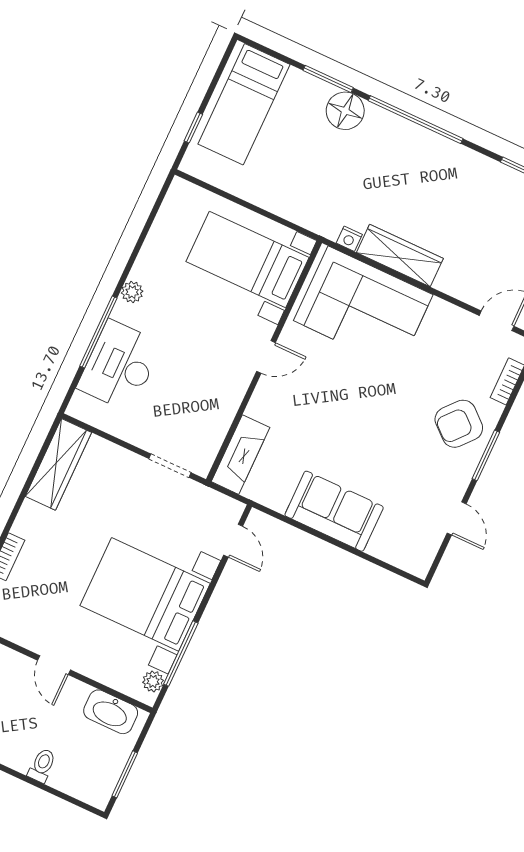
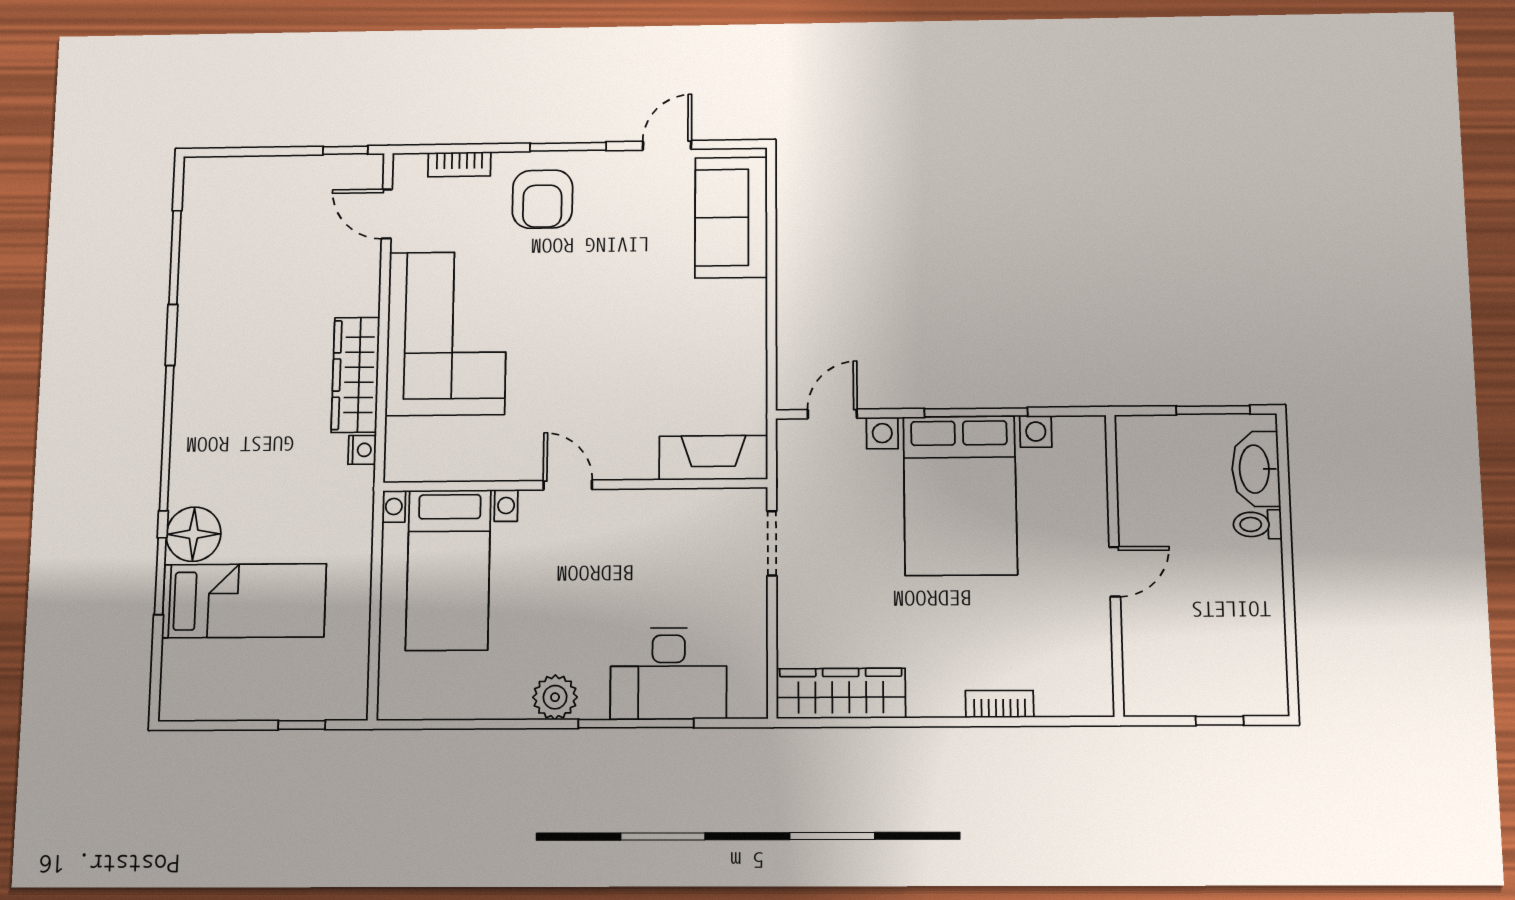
bed: (244, 104) -> (244, 601), moved
plant: (132, 292) -> (555, 697), width x1.38, depth x1.38
corner sofa: (363, 308) -> (447, 333), moved
armchair: (459, 424) -> (542, 199), turned 49
sofa: (334, 511) -> (731, 217), moved
window: (181, 654) -> (976, 412), moved
plant: (153, 681) -> (1071, 431), removed
washbasin: (111, 712) -> (1256, 469), moved, turned 180

